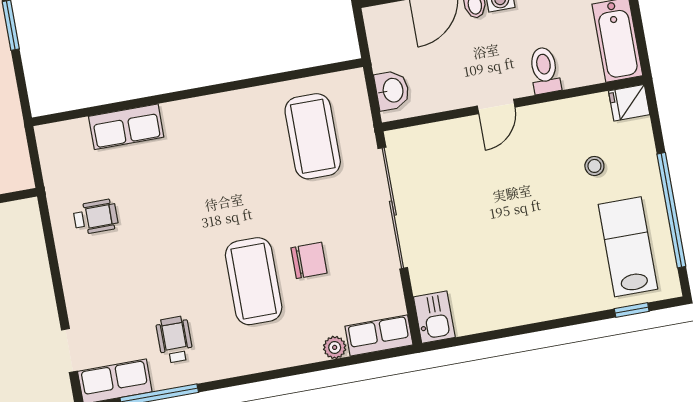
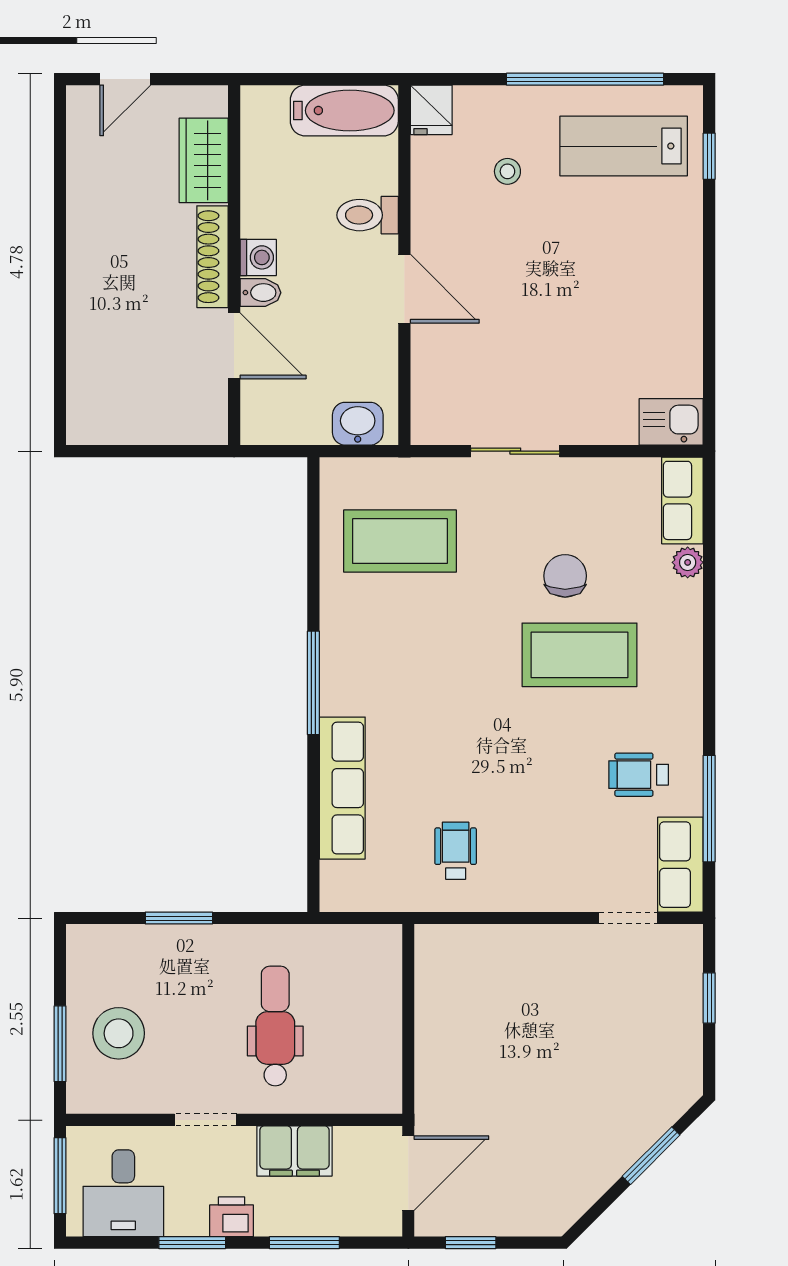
window: (199, 92) -> (313, 683), added
door: (496, 107) -> (404, 289), width x1.38
row of seats: (126, 127) -> (342, 788), width x1.48
sliding door: (393, 208) -> (515, 451), width x0.54

